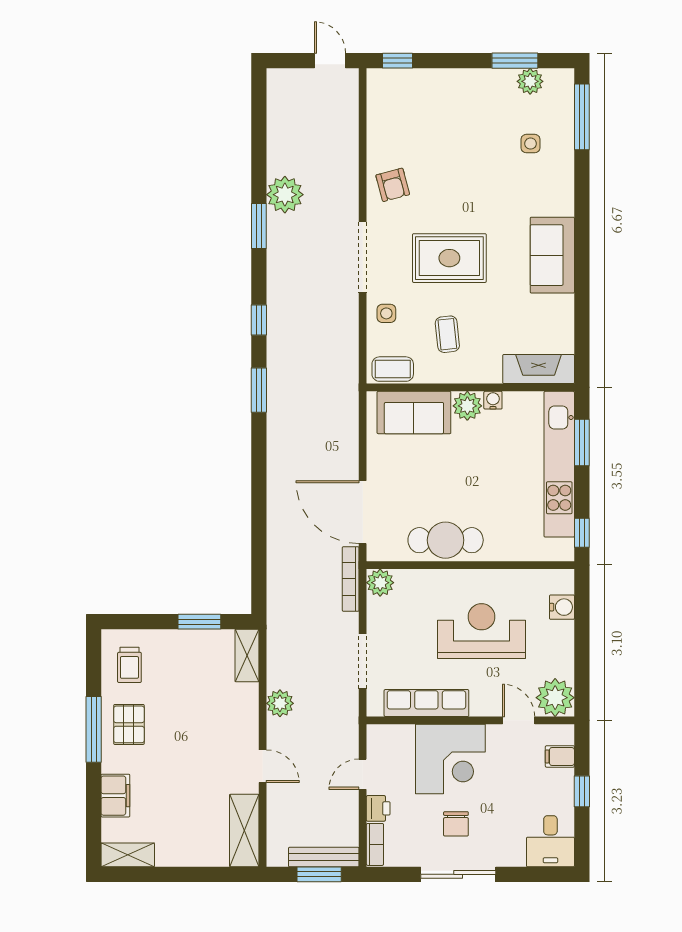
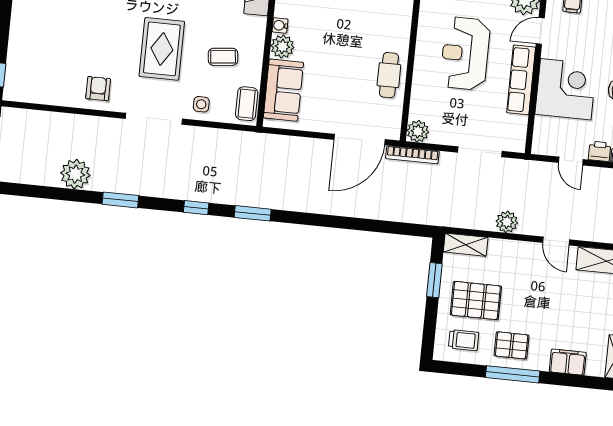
armchair: (393, 185) -> (98, 89), turned -75
plant: (285, 195) -> (75, 174), moved
cafe table: (446, 540) -> (389, 75), width x0.73, depth x0.74
pallet: (180, 675) -> (476, 301), added
row of seats: (426, 703) -> (521, 80), moved
door: (263, 766) -> (556, 241), swing flipped

